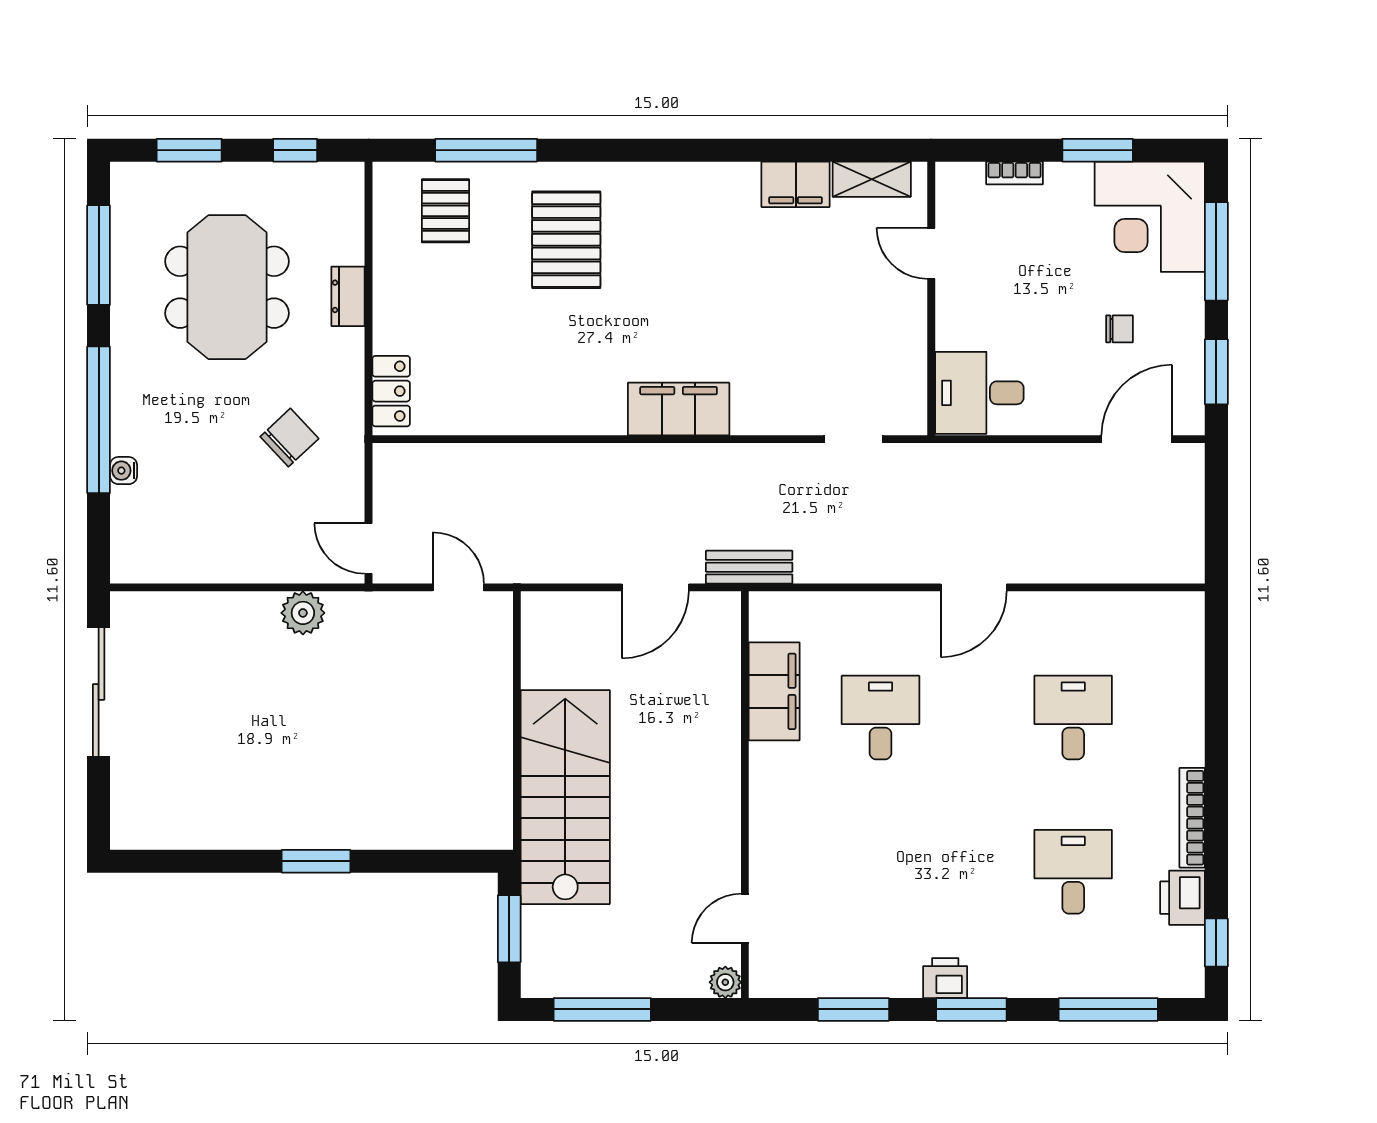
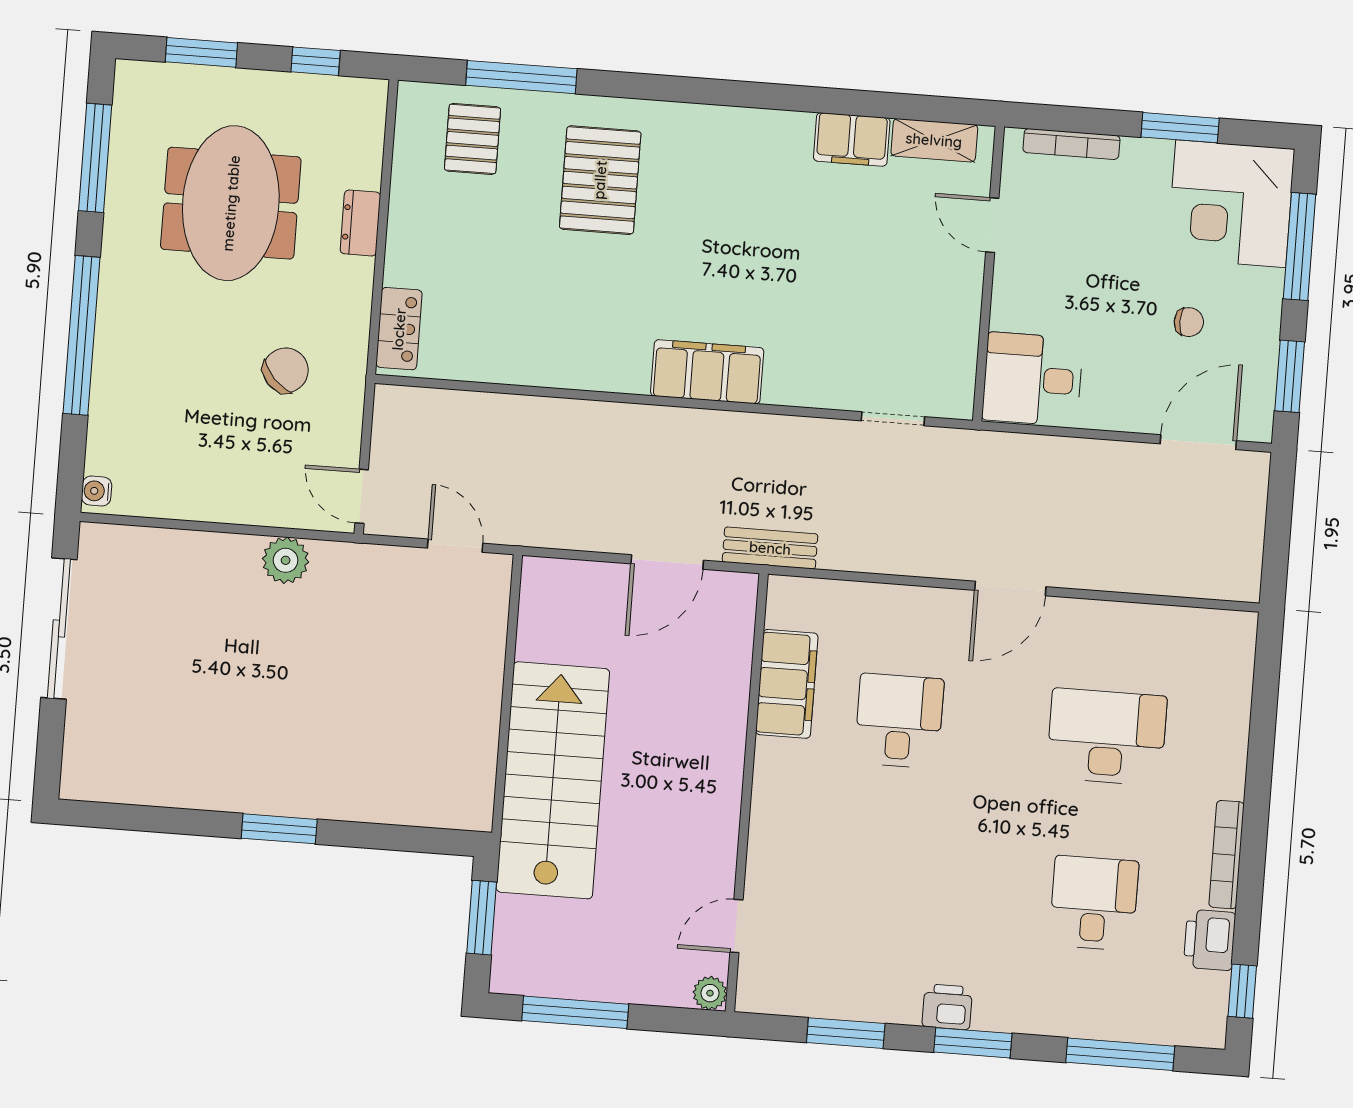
bookcase: (1015, 173) -> (1071, 144), width x1.56
water cooler: (124, 471) -> (97, 491), moved
desk: (1073, 718) -> (1107, 737), width x1.37

